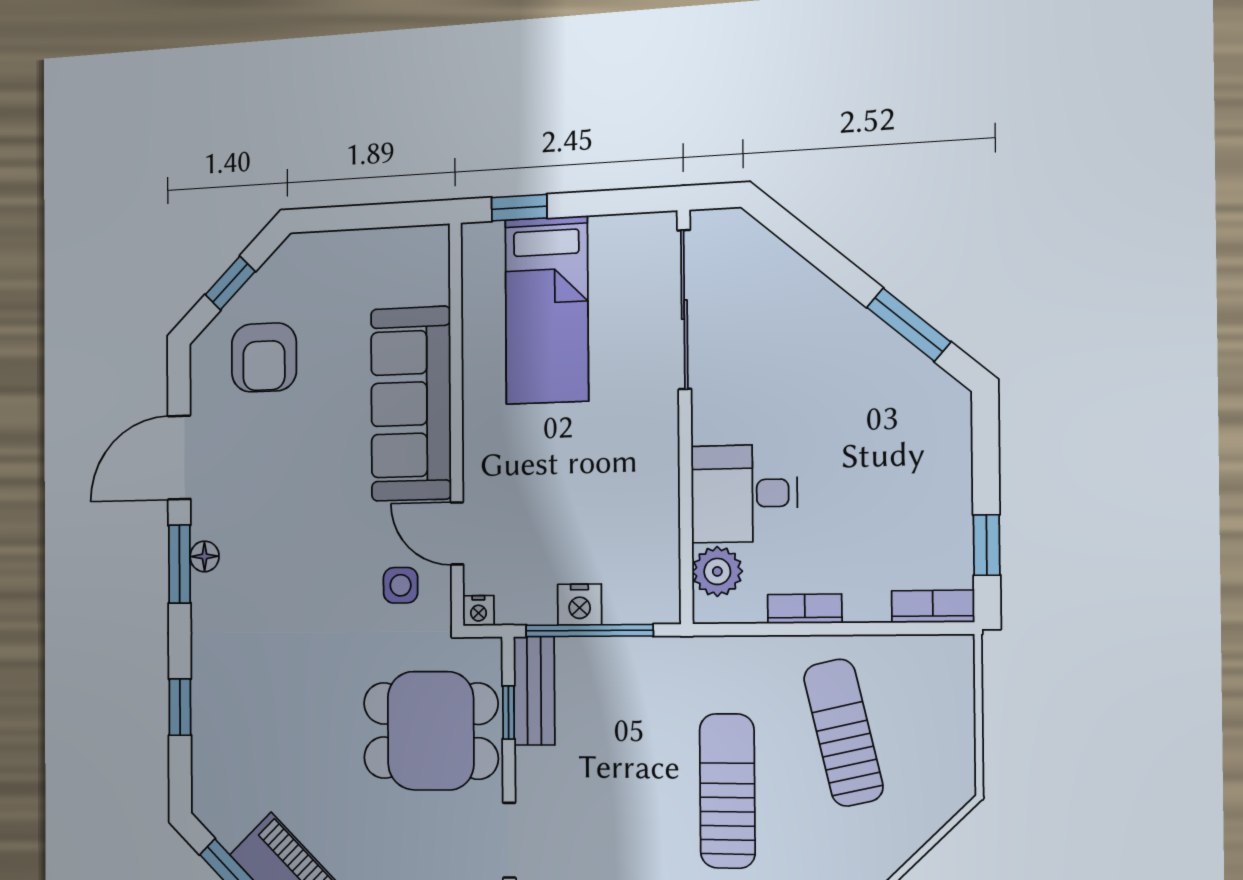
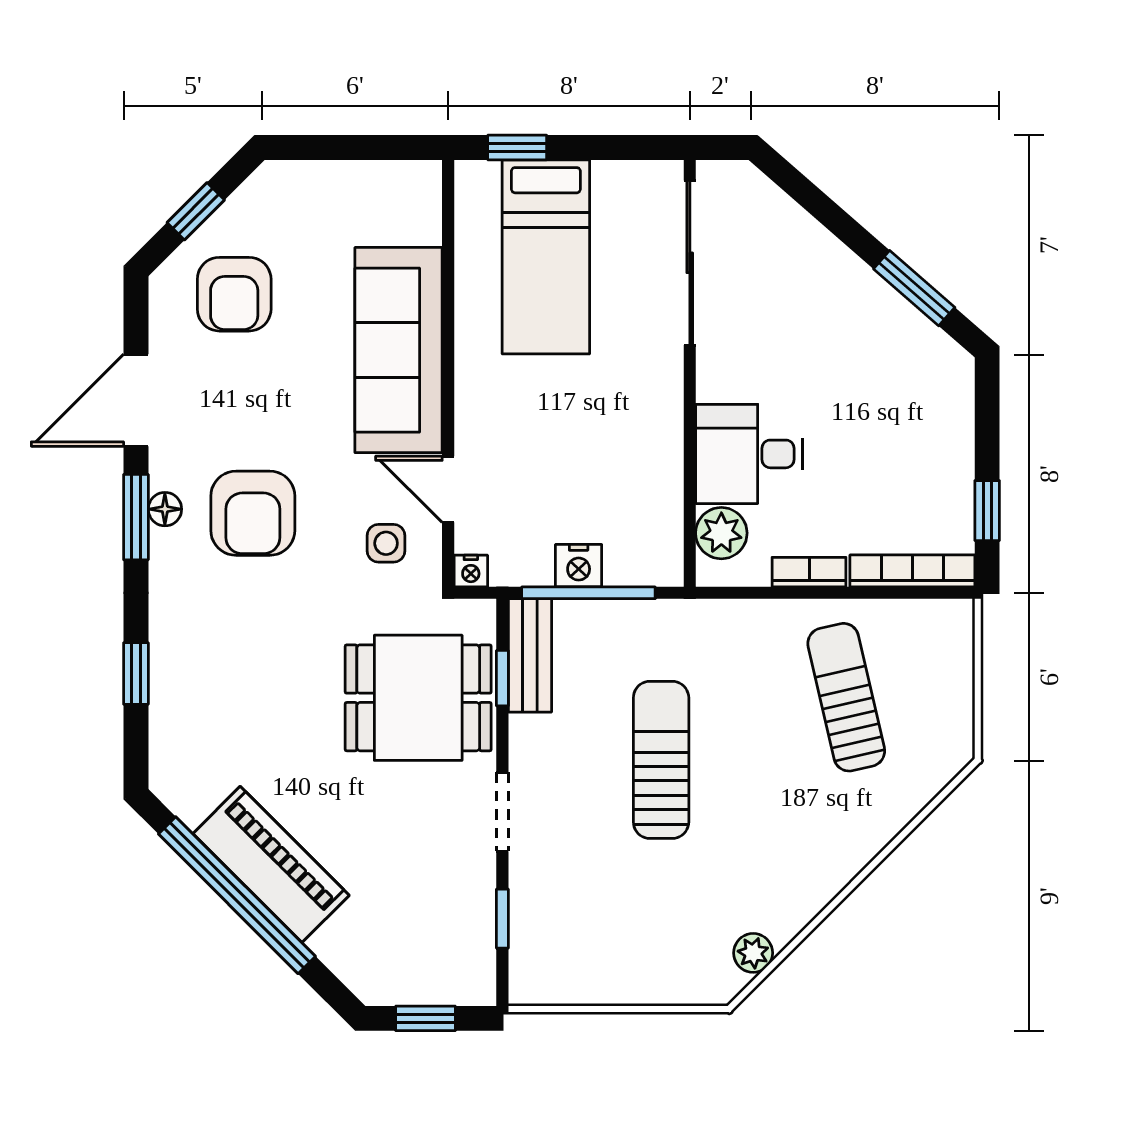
armchair: (281, 559) -> (253, 513), added
bookcase: (933, 606) -> (912, 571), width x1.56
sun lounger: (727, 791) -> (661, 760), moved

